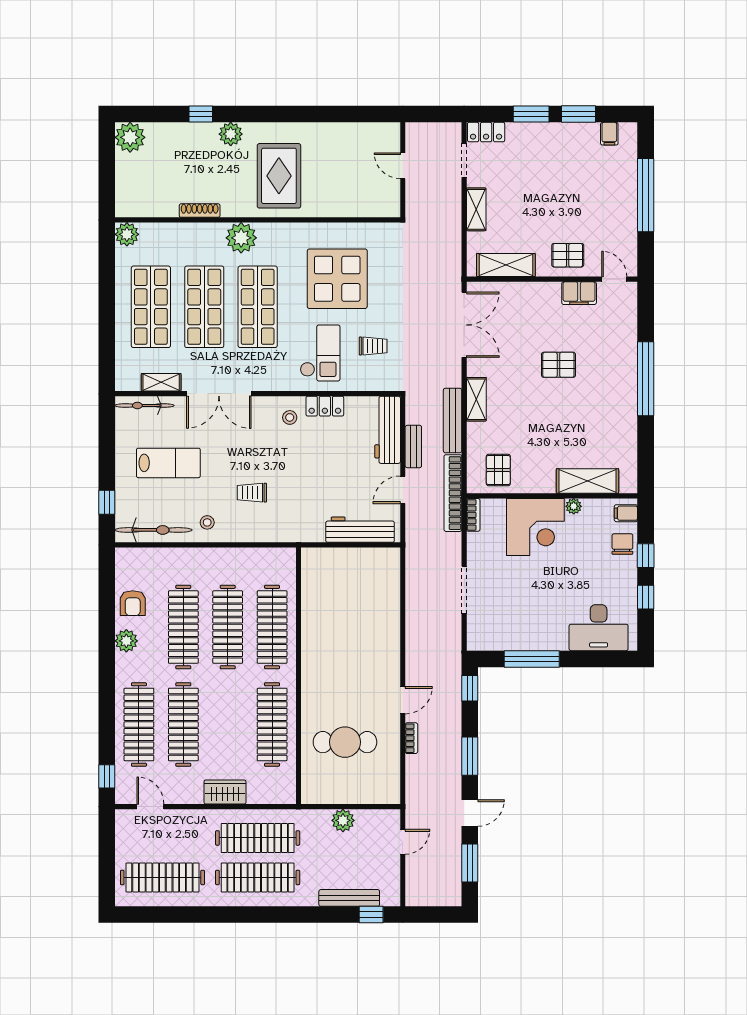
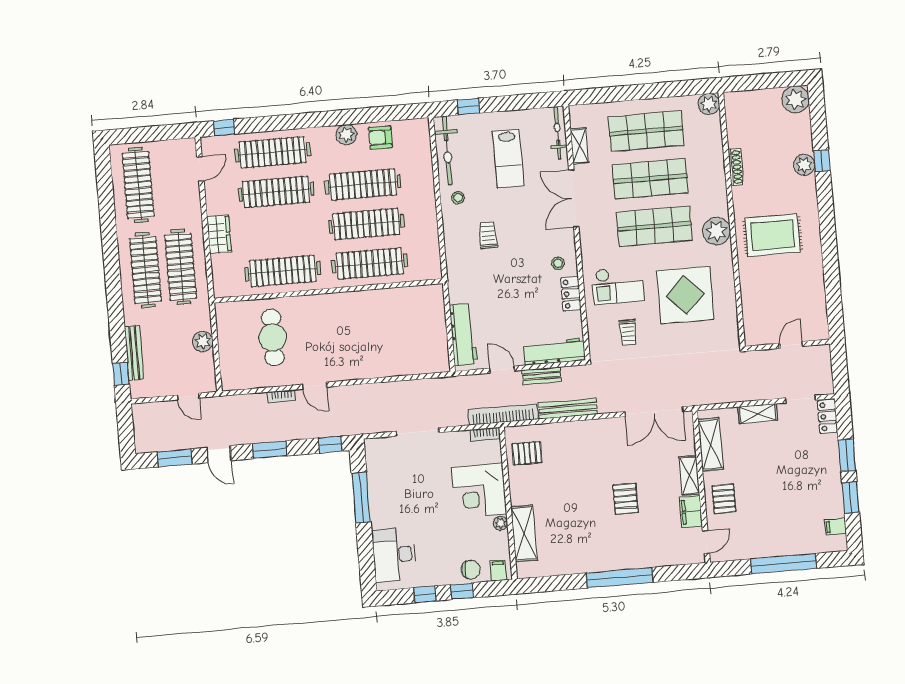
plant: (231, 134) -> (804, 165), moved
plant: (241, 238) -> (717, 231), moved
shelving: (476, 399) -> (689, 475), moved, turned 90

